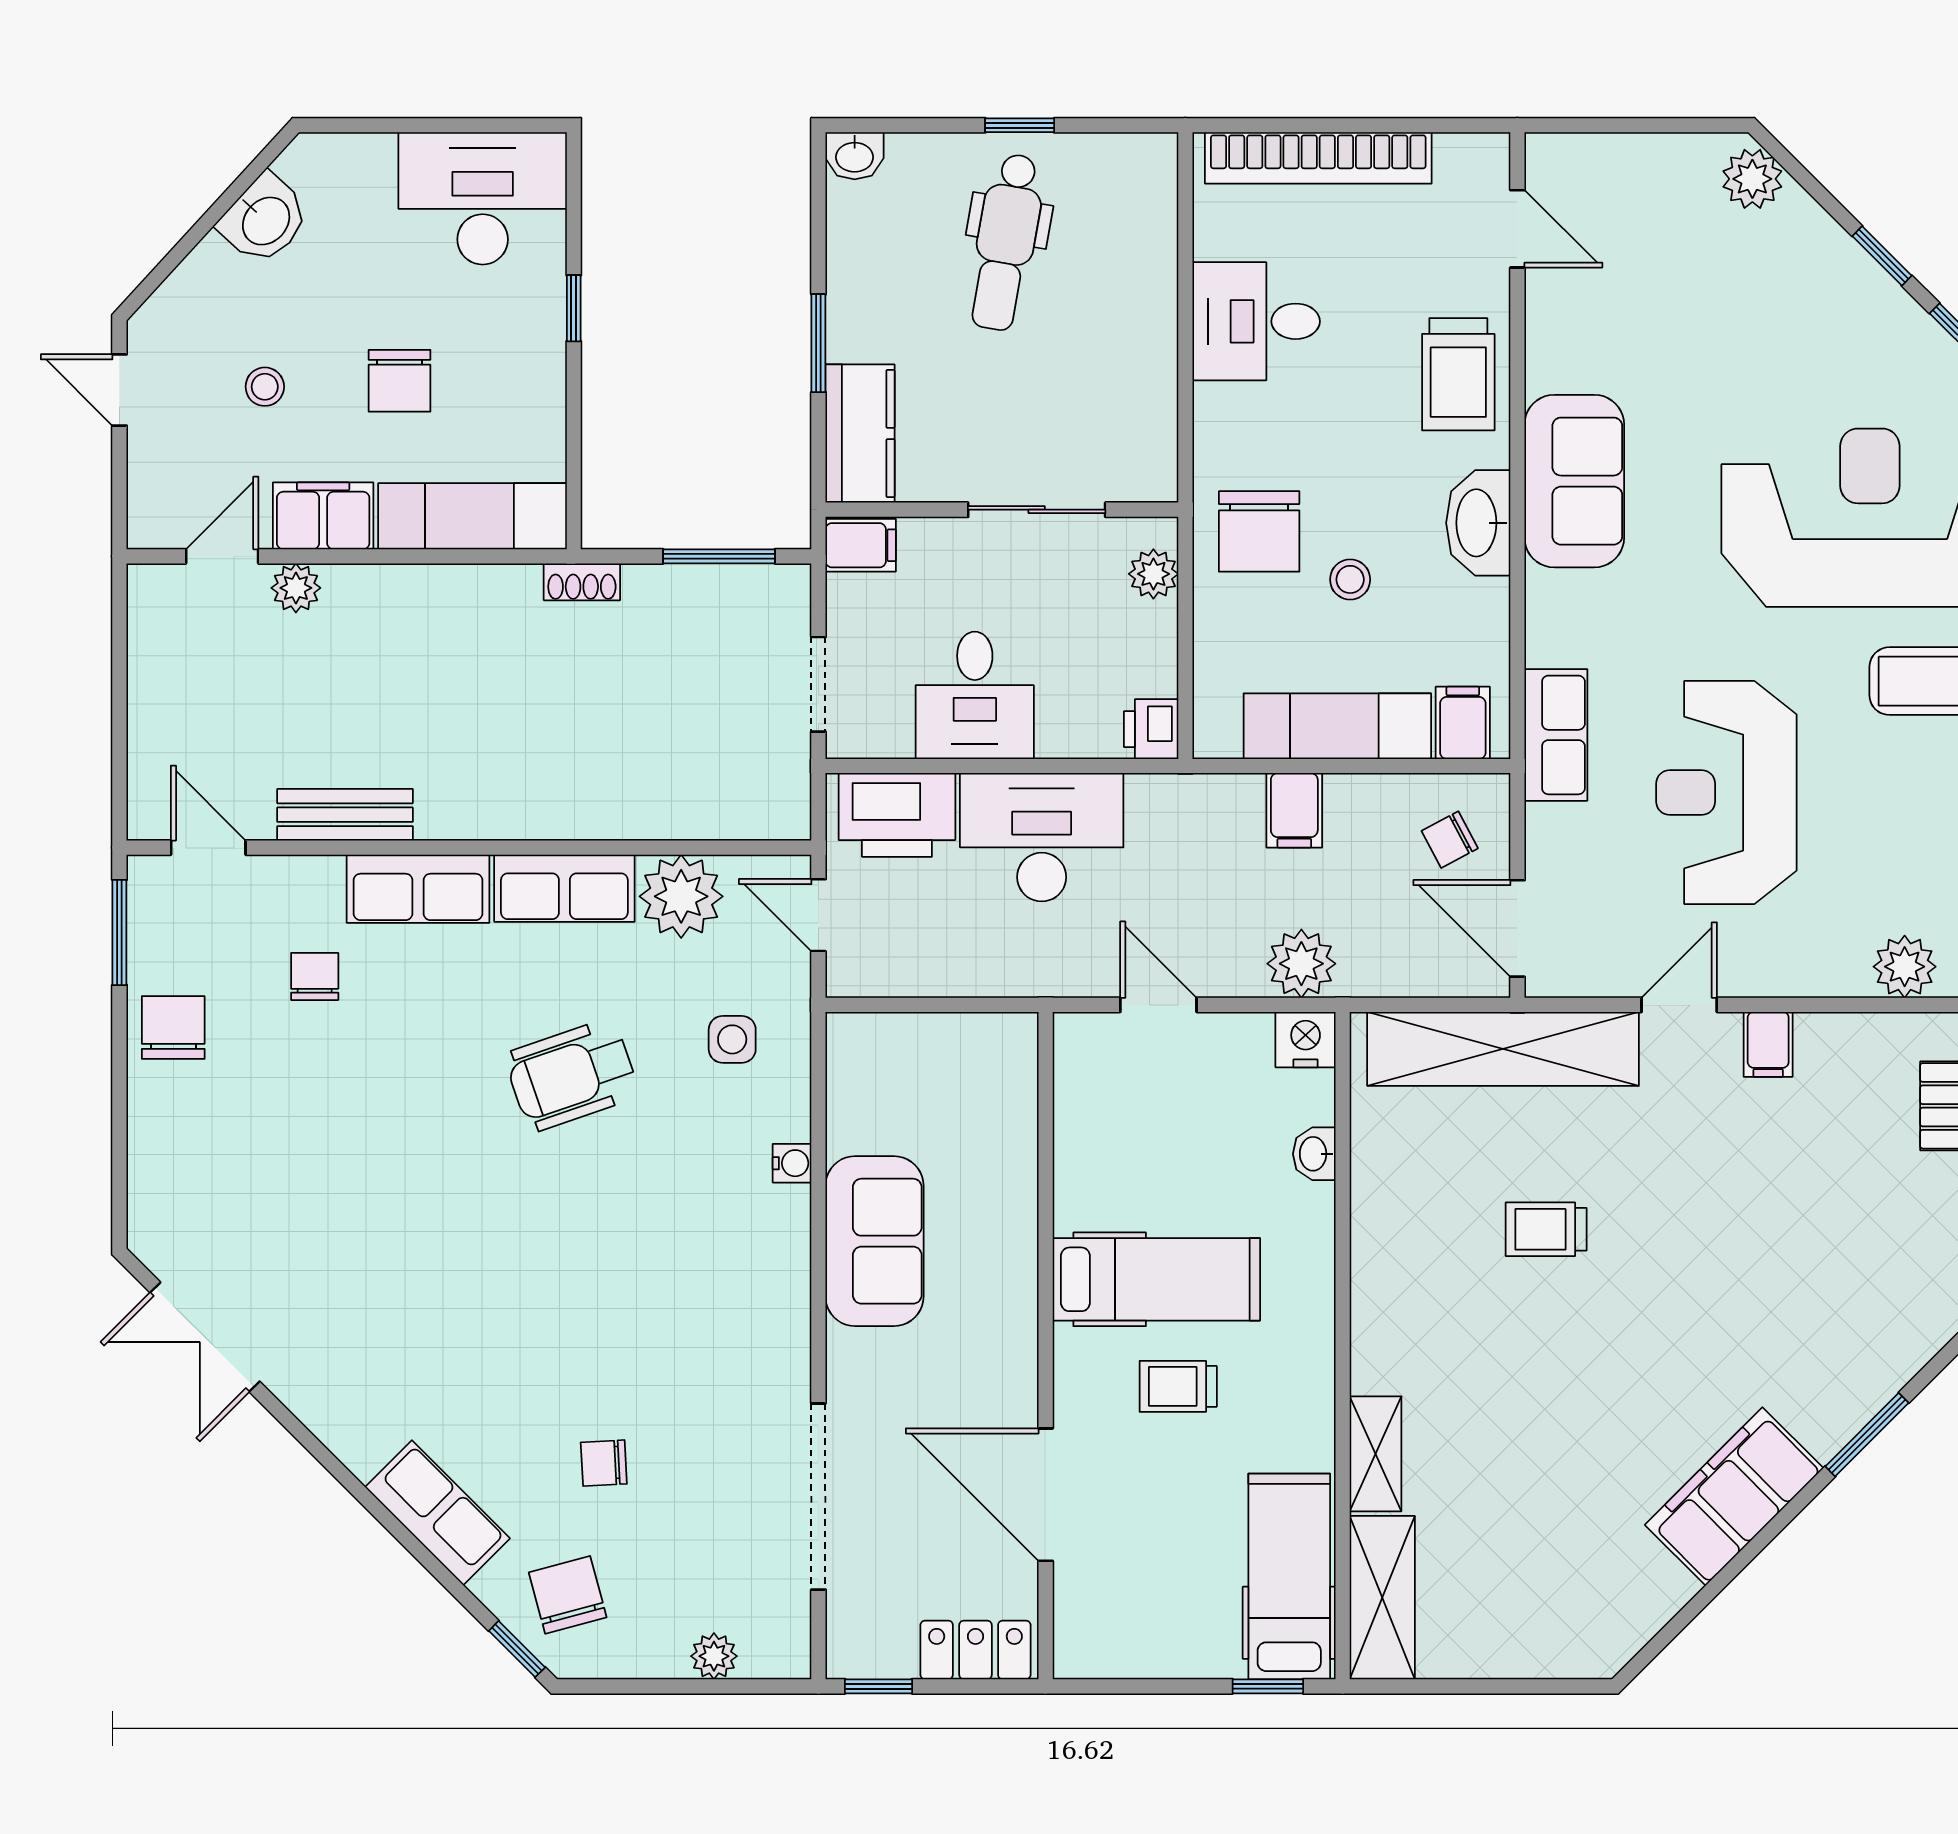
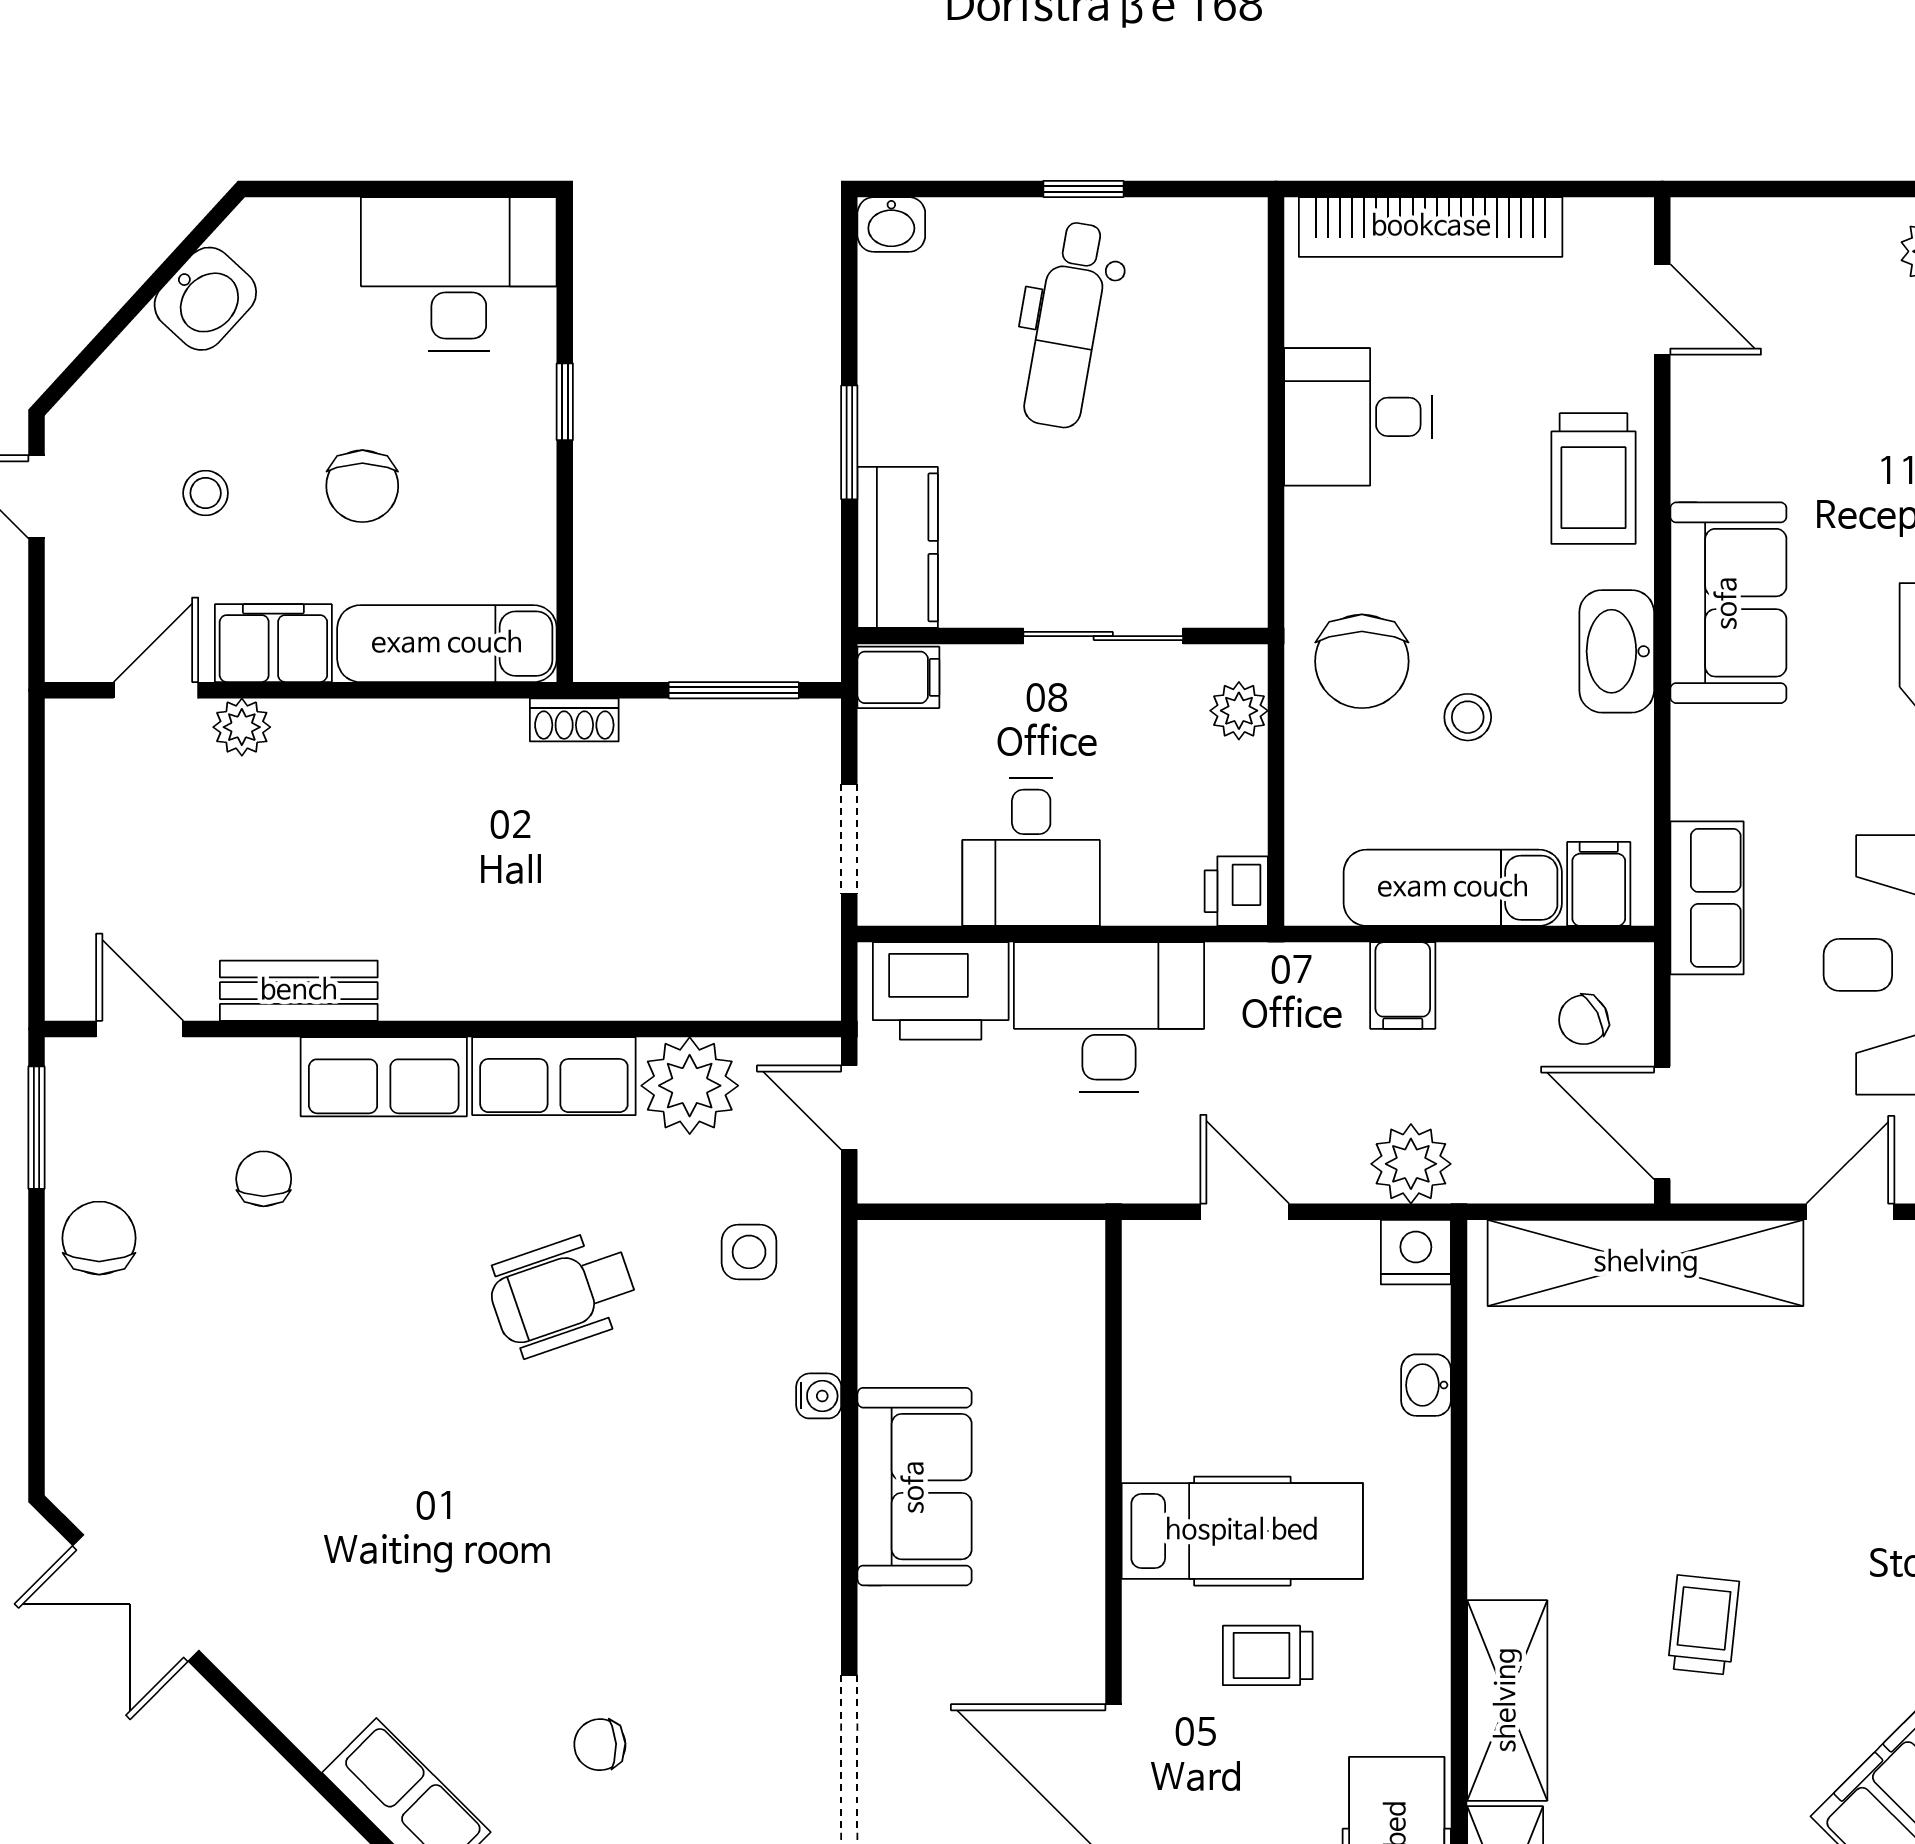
trolley: (1546, 1229) -> (1703, 1625), moved, turned 96
shelving: (1376, 1454) -> (1507, 1700), width x1.50, depth x1.33

